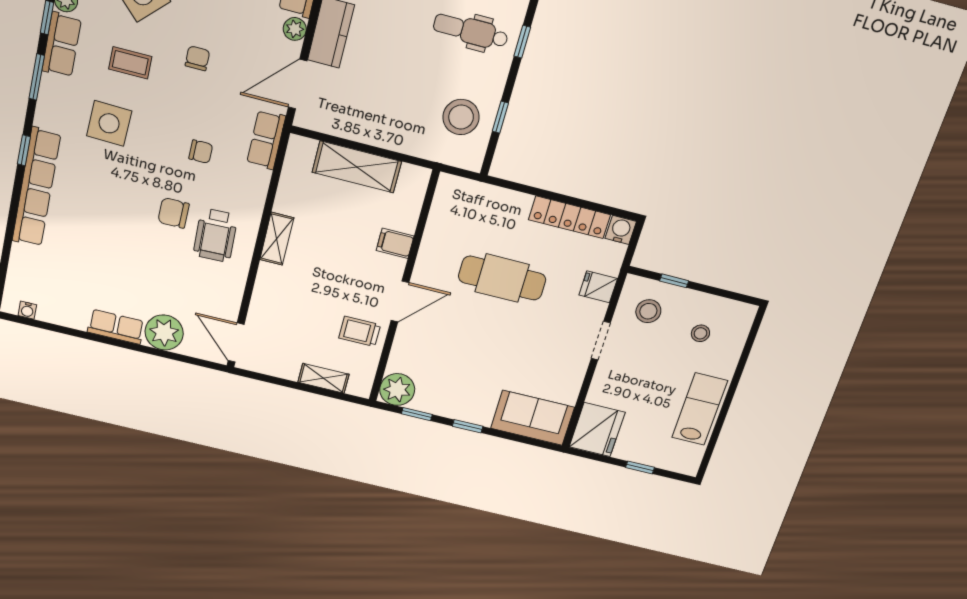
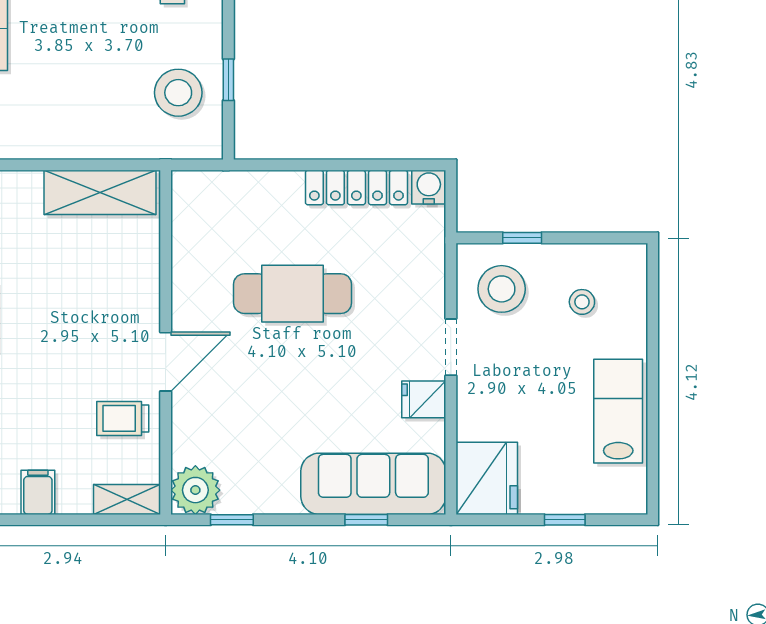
shelving: (357, 167) -> (100, 192), moved
filing cabinet: (395, 243) -> (38, 492), moved, turned 90
fridge: (598, 287) -> (424, 399), moved
stool: (648, 311) -> (502, 289), width x1.38, depth x1.38
shelving: (323, 378) -> (127, 500), moved
sofa: (533, 418) -> (373, 484), width x1.36
window: (468, 426) -> (366, 520), moved

